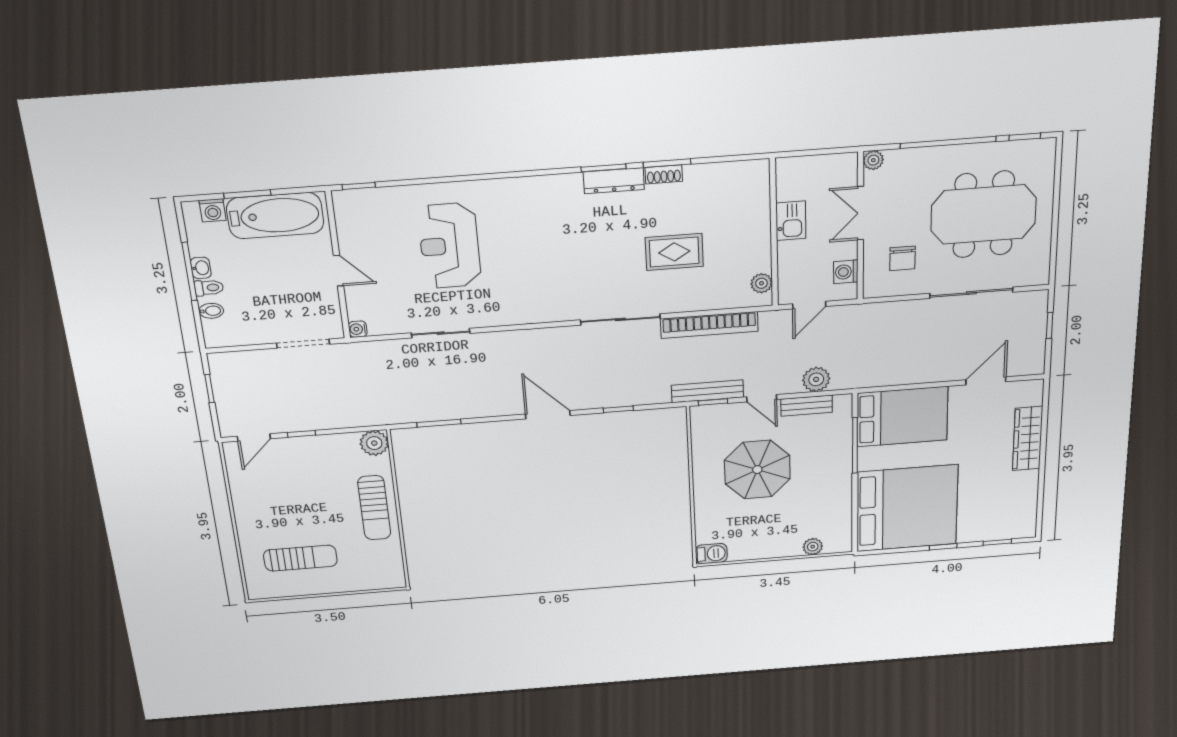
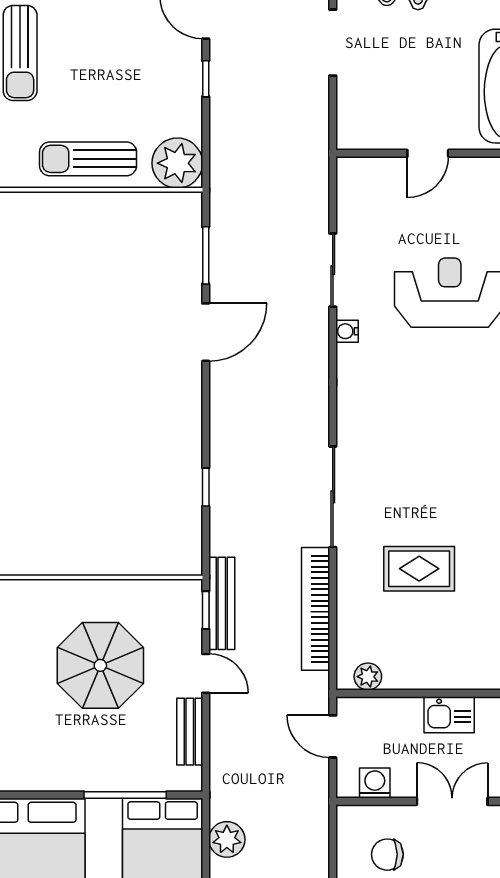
rug: (674, 252) -> (419, 569), turned 90
water cooler: (358, 329) -> (347, 331), moved, turned -90
doorway: (303, 344) -> (333, 43), moved
plant: (816, 379) -> (227, 839), moved
door: (762, 398) -> (206, 673), swing flipped
door: (548, 415) -> (206, 332), moved
plant: (374, 443) -> (177, 163), width x1.36, depth x1.36

